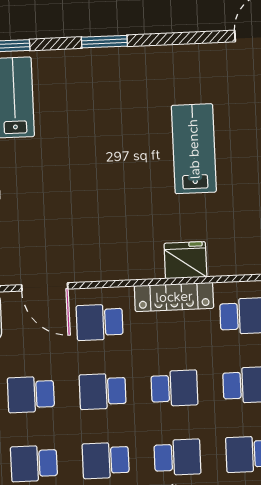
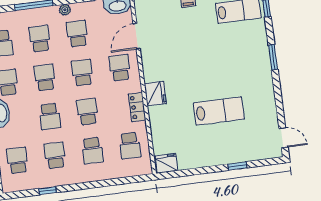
fridge: (185, 260) -> (155, 94), moved
locker: (174, 297) -> (137, 107), width x0.66
school desk: (174, 388) -> (87, 112), turned 180

